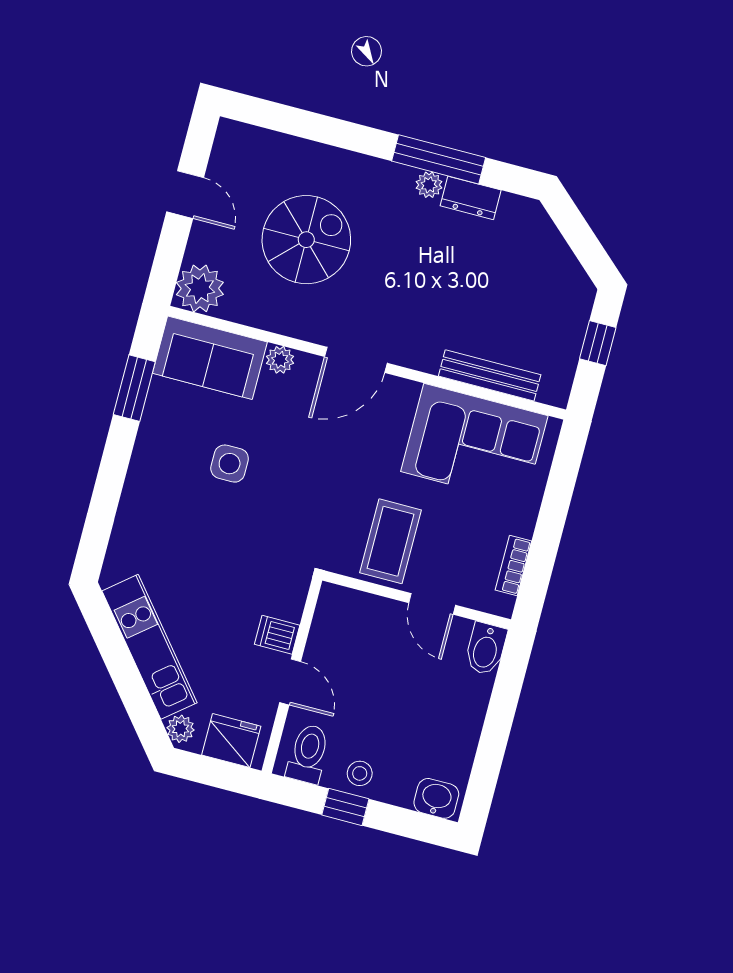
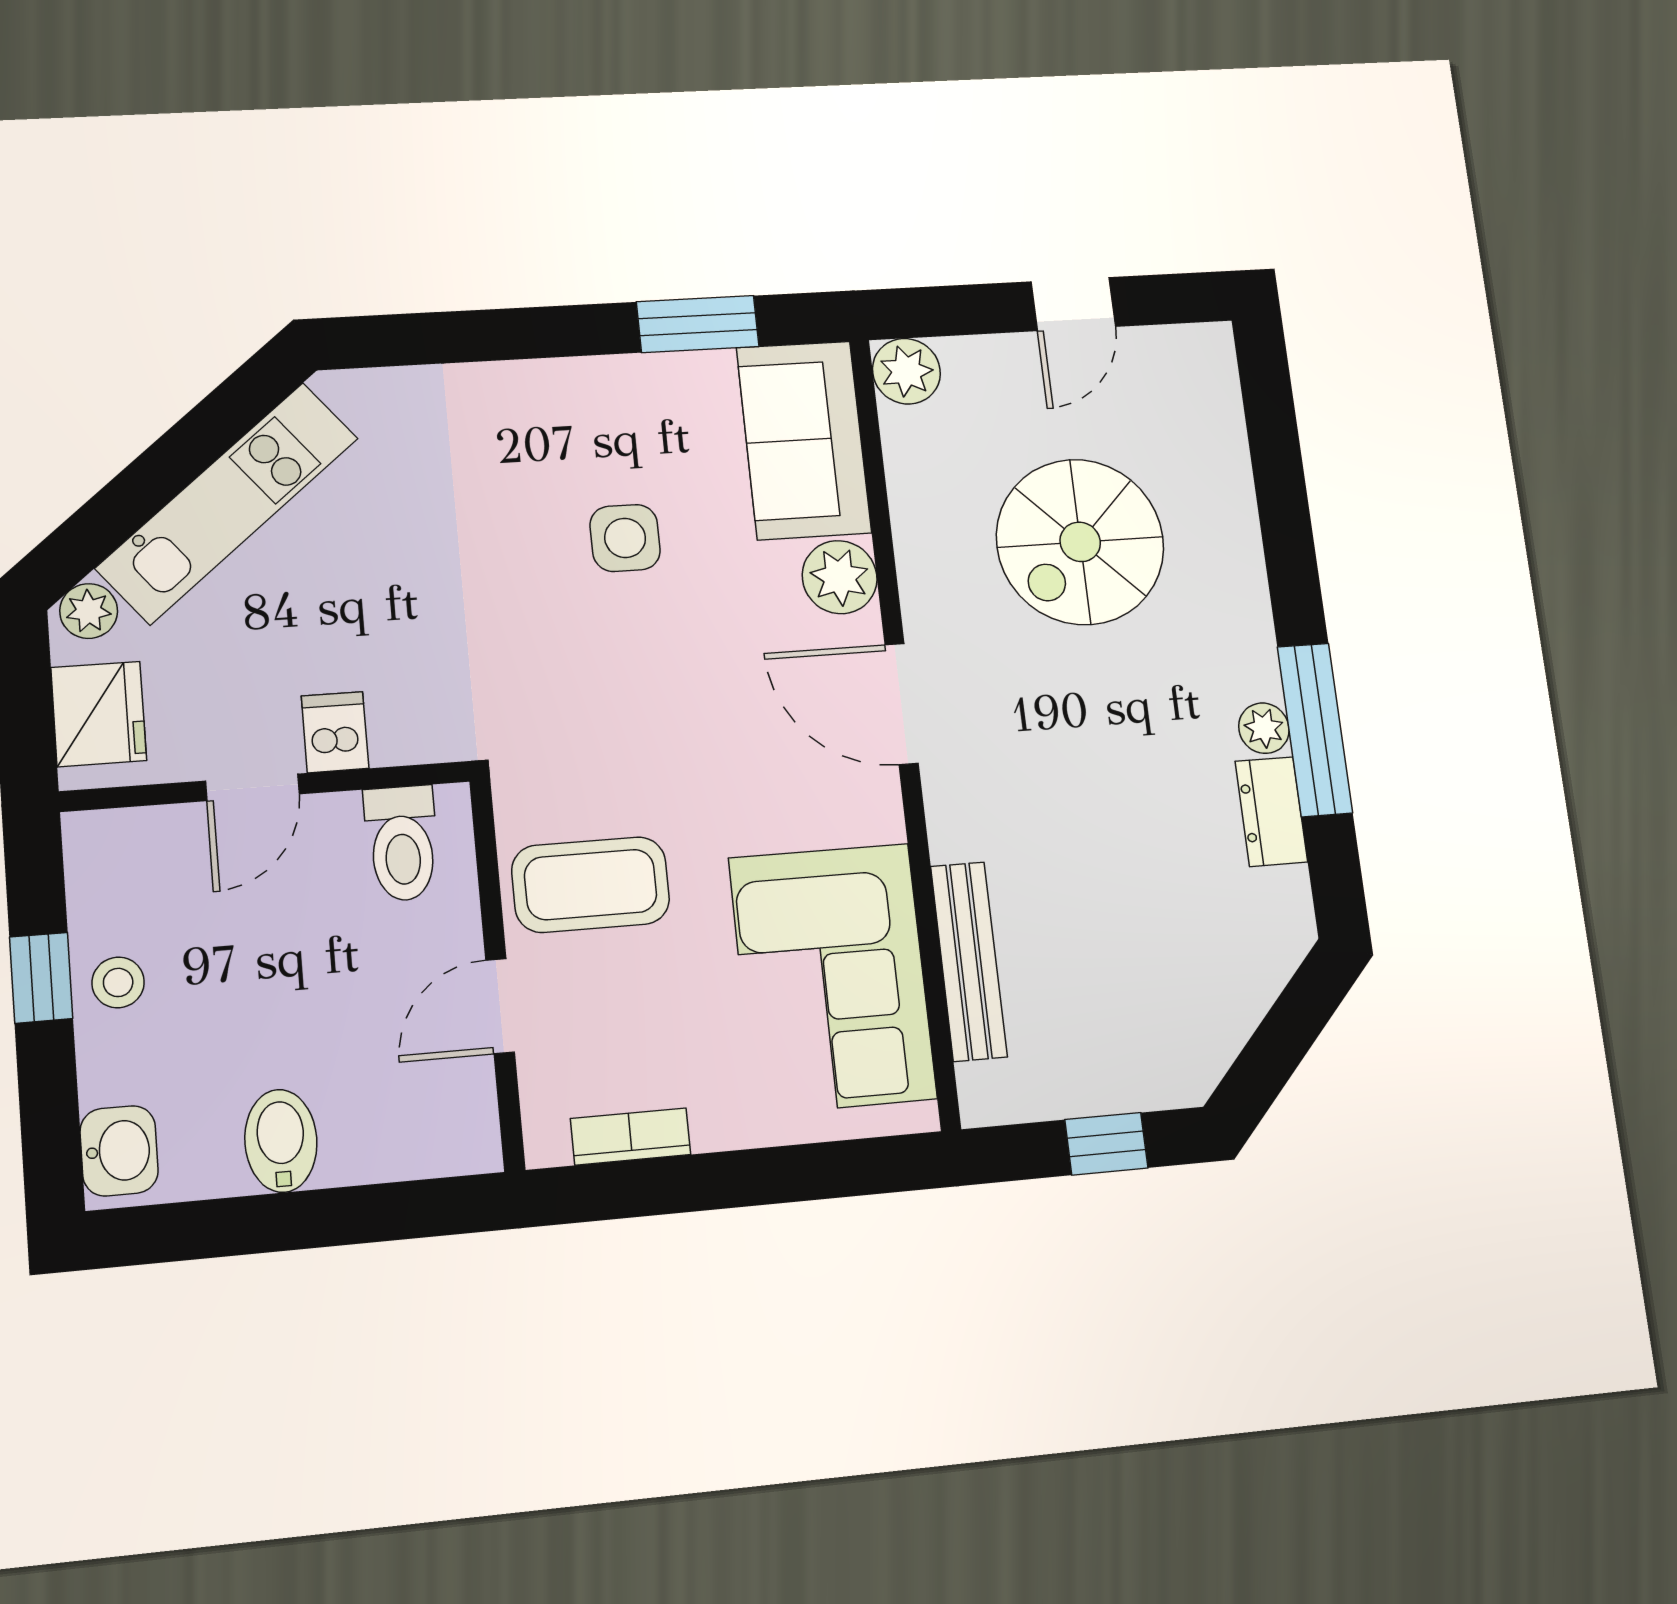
spiral stairs: (306, 240) -> (1080, 542), turned 90
plant: (200, 288) -> (906, 371), width x0.73, depth x0.73
plant: (280, 360) -> (840, 577), width x1.38, depth x1.38
bidet: (486, 649) -> (281, 1141), moved, turned 90
toilet: (308, 754) -> (402, 843), moved, turned 90

